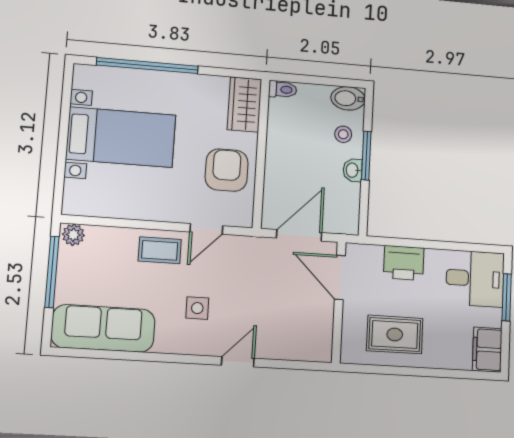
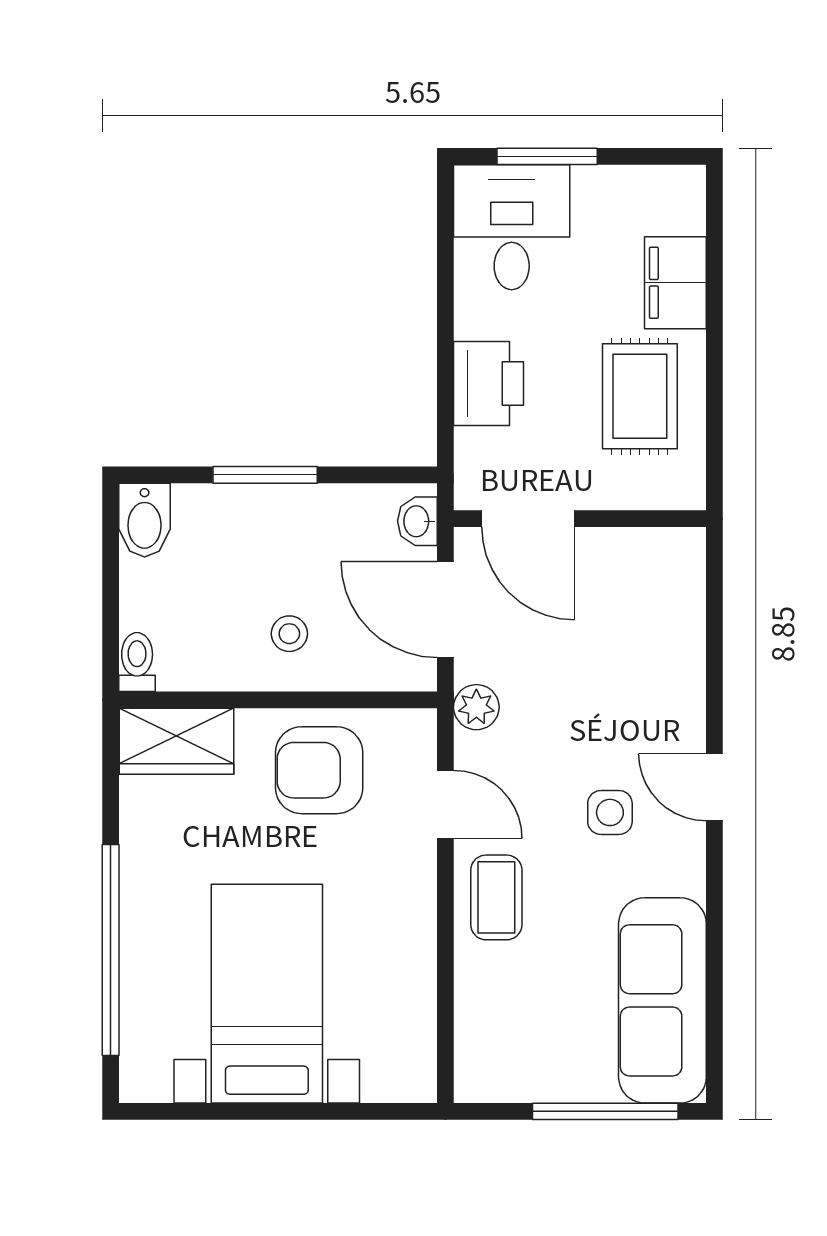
stool: (343, 134) -> (289, 634), moved
washbasin: (353, 170) -> (417, 521), moved, turned 90
plant: (73, 235) -> (476, 707), moved
window: (52, 272) -> (605, 1111), moved
door: (340, 277) -> (528, 519), hinge flipped
filing cabinet: (487, 350) -> (675, 283), moved, turned 90
door: (238, 362) -> (714, 787), moved

